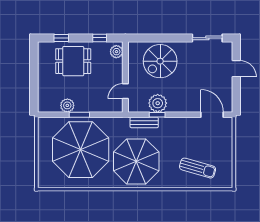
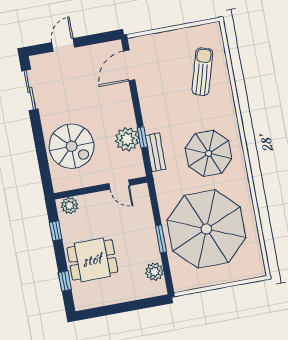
dining table: (73, 61) -> (92, 260), turned 90
plant: (67, 105) -> (154, 272), moved
parasol: (136, 161) -> (209, 153), width x0.73, depth x0.73

